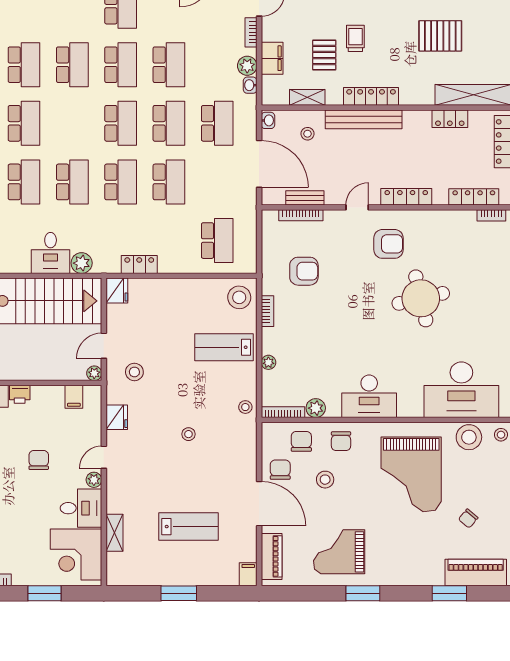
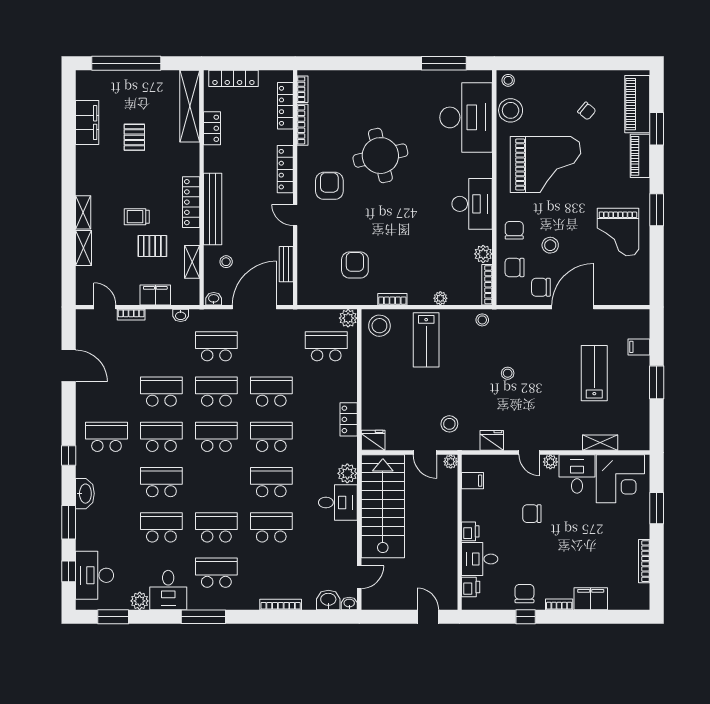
pallet: (440, 36) -> (134, 137), width x0.67, depth x0.71
plant: (247, 66) -> (348, 318), moved
bookcase: (301, 215) -> (302, 125), moved
chair: (341, 441) -> (514, 230), turned -90
piano: (272, 556) -> (640, 156), moved, turned -90
filing cabinet: (248, 574) -> (639, 347), moved

